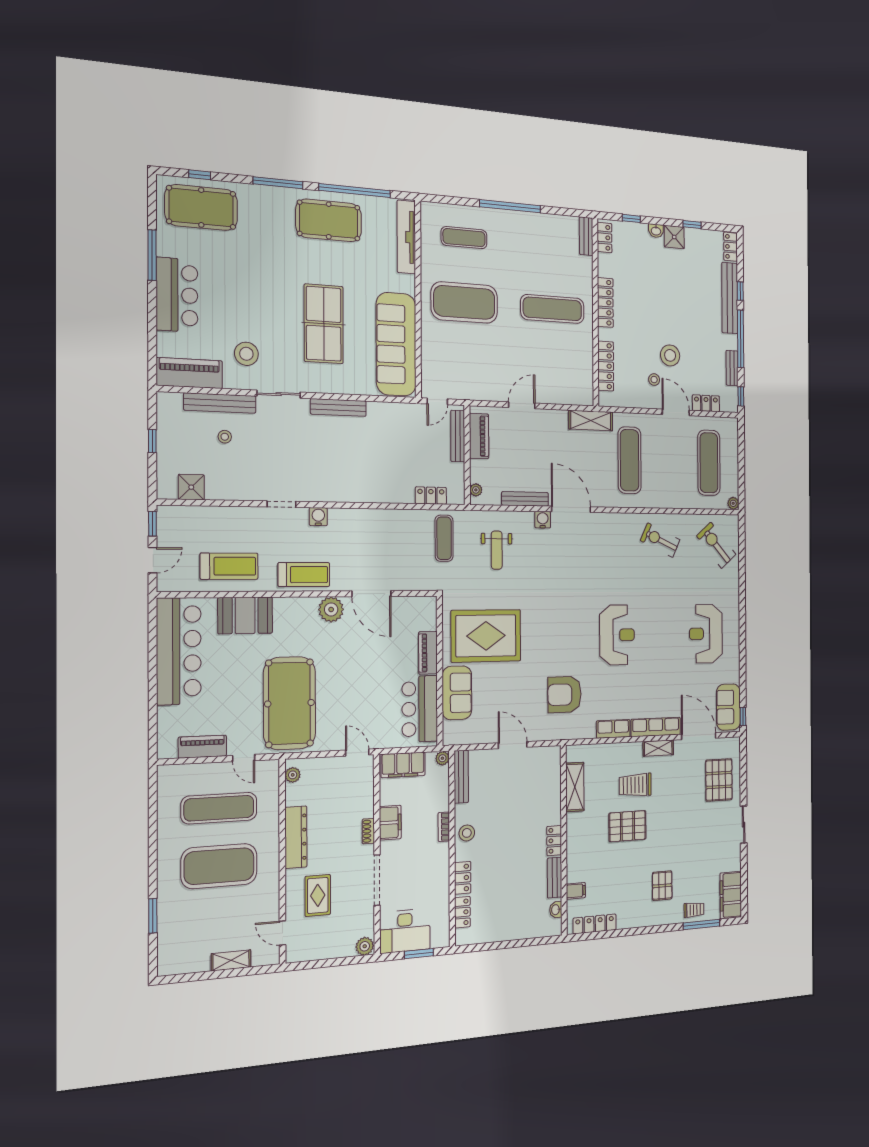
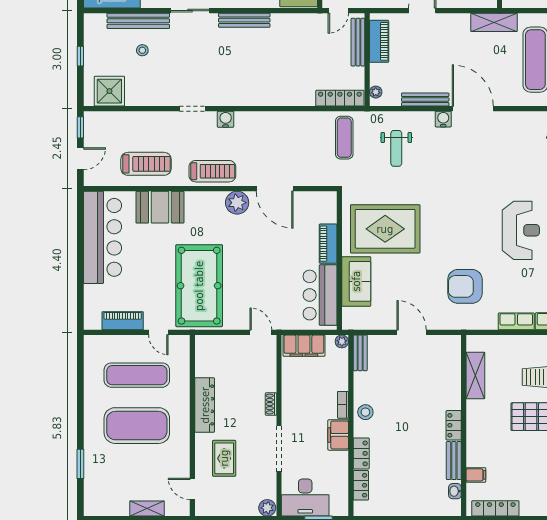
shower: (191, 487) -> (109, 91), width x1.36, depth x1.36
locker: (431, 496) -> (340, 98), width x1.53
plant: (293, 775) -> (202, 349), removed
bench: (461, 777) -> (360, 353), width x0.73
filing cabinet: (390, 823) -> (338, 435), moved, turned 180

